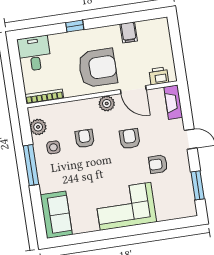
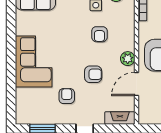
printer: (159, 76) -> (145, 109), removed
armchair: (85, 139) -> (99, 34), turned 90

